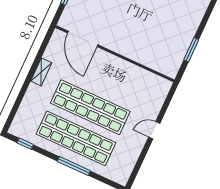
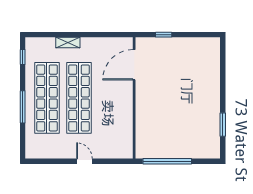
window: (191, 50) -> (167, 161), width x2.11
shelving: (41, 72) -> (68, 43), moved

